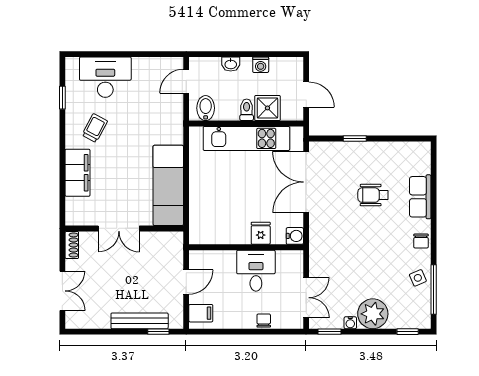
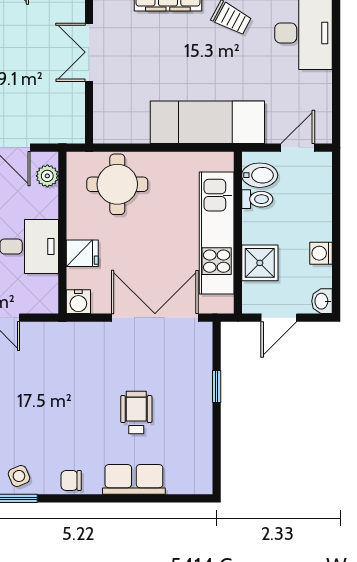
washbasin: (231, 64) -> (322, 301), moved
door: (186, 81) -> (298, 148), hinge flipped
toilet: (247, 110) -> (257, 199), moved
exam couch: (168, 185) -> (207, 122), moved
round table: (212, 209) -> (117, 184), added
plant: (206, 258) -> (47, 176), added

